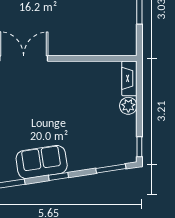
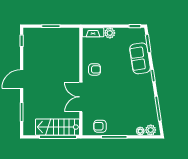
armchair: (69, 81) -> (94, 69), added
sofa: (42, 162) -> (140, 58), moved

